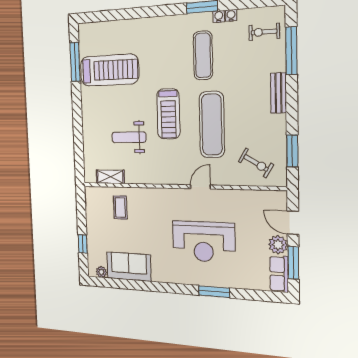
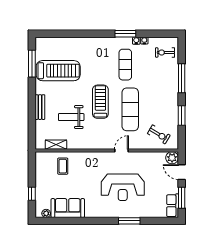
window: (291, 51) -> (182, 78), moved
bench: (279, 93) -> (40, 107), moved
treadmill: (168, 114) -> (100, 102), turned 180
window: (292, 151) -> (182, 116), moved
plant: (278, 245) -> (172, 158), moved

